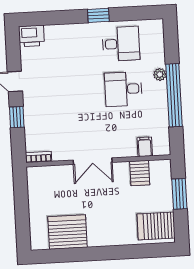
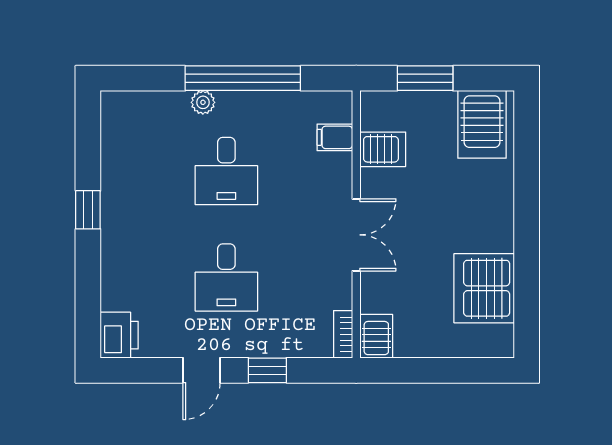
desk: (121, 44) -> (226, 278), moved, turned 180
server rack: (38, 175) -> (376, 336), added

